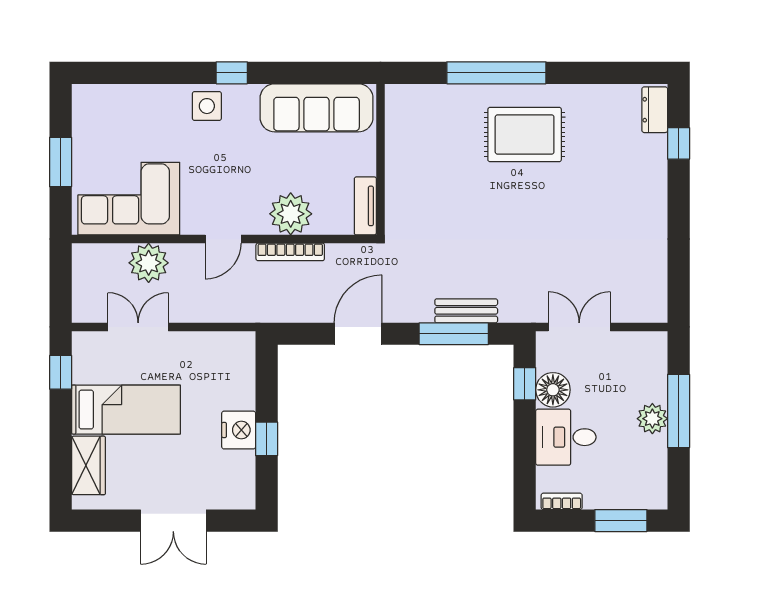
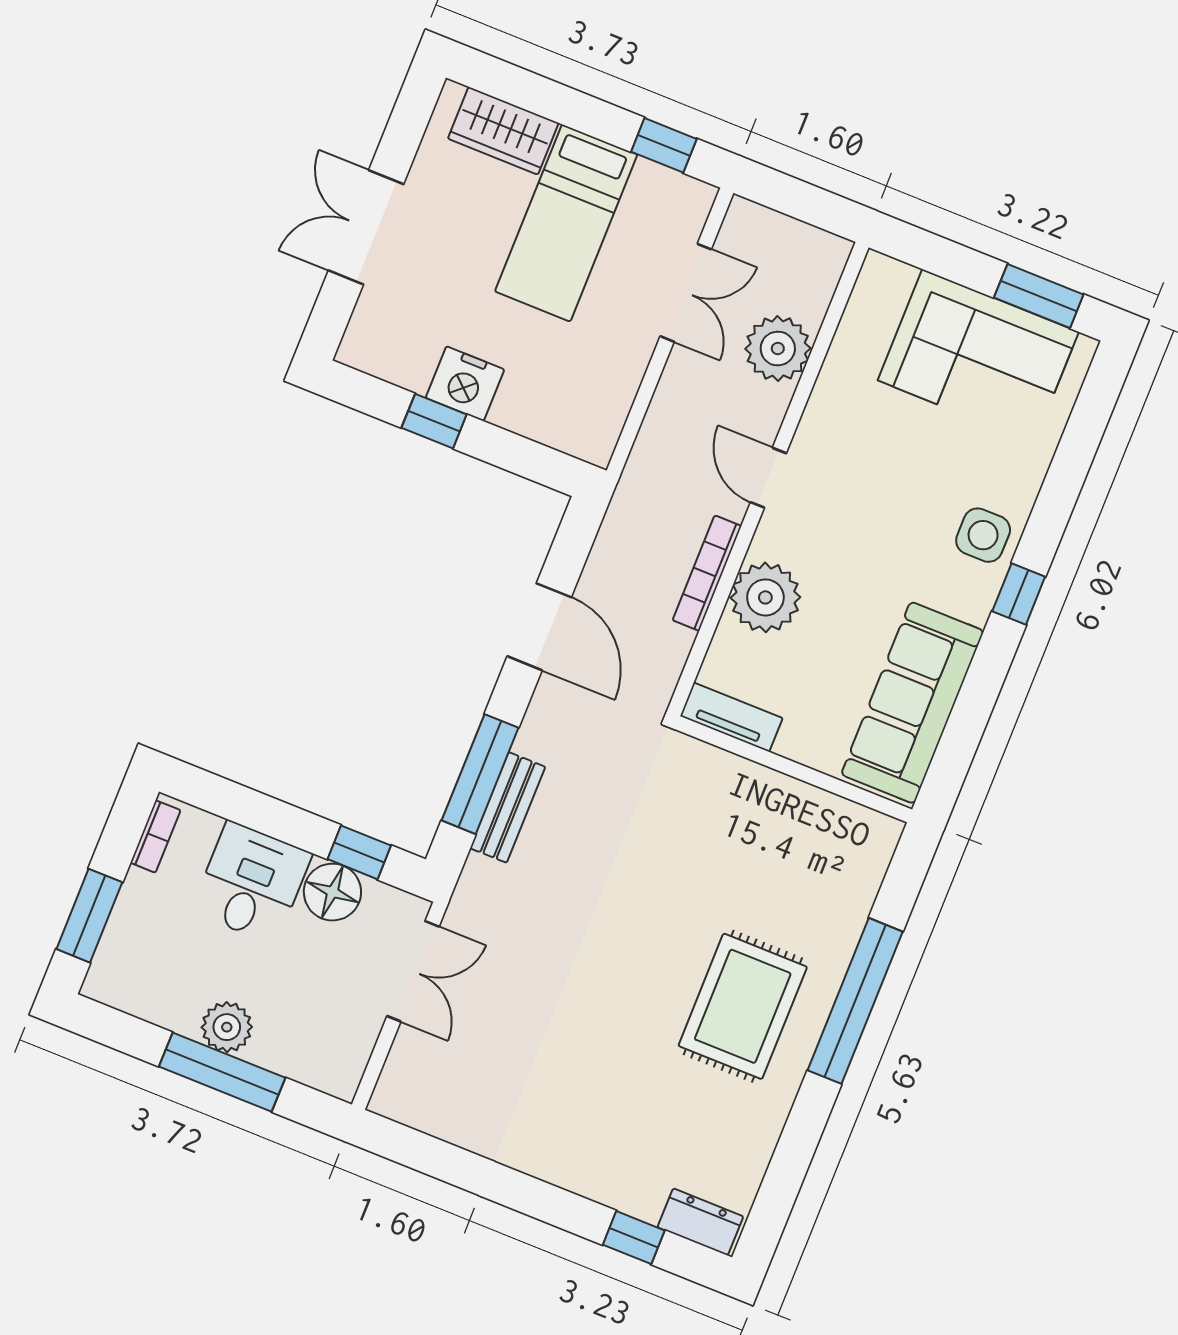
window: (61, 162) -> (1039, 296), moved
corner sofa: (129, 199) -> (978, 356), moved, turned 90

